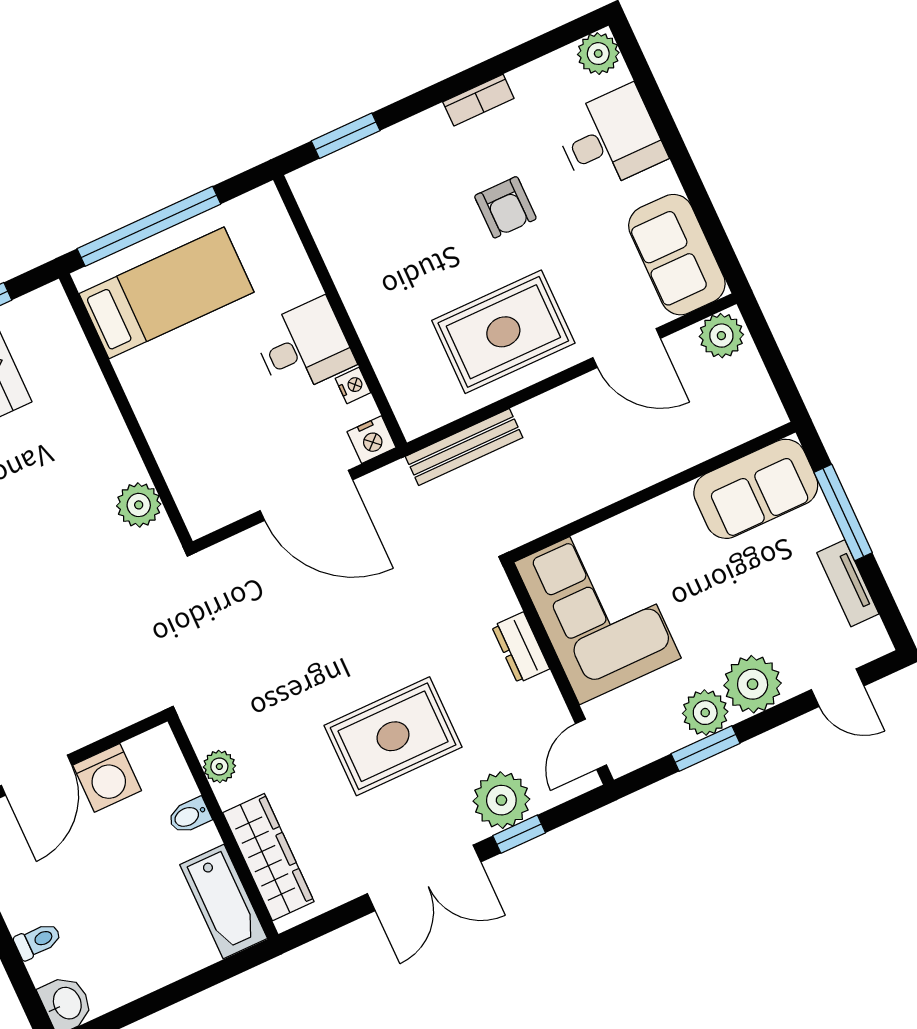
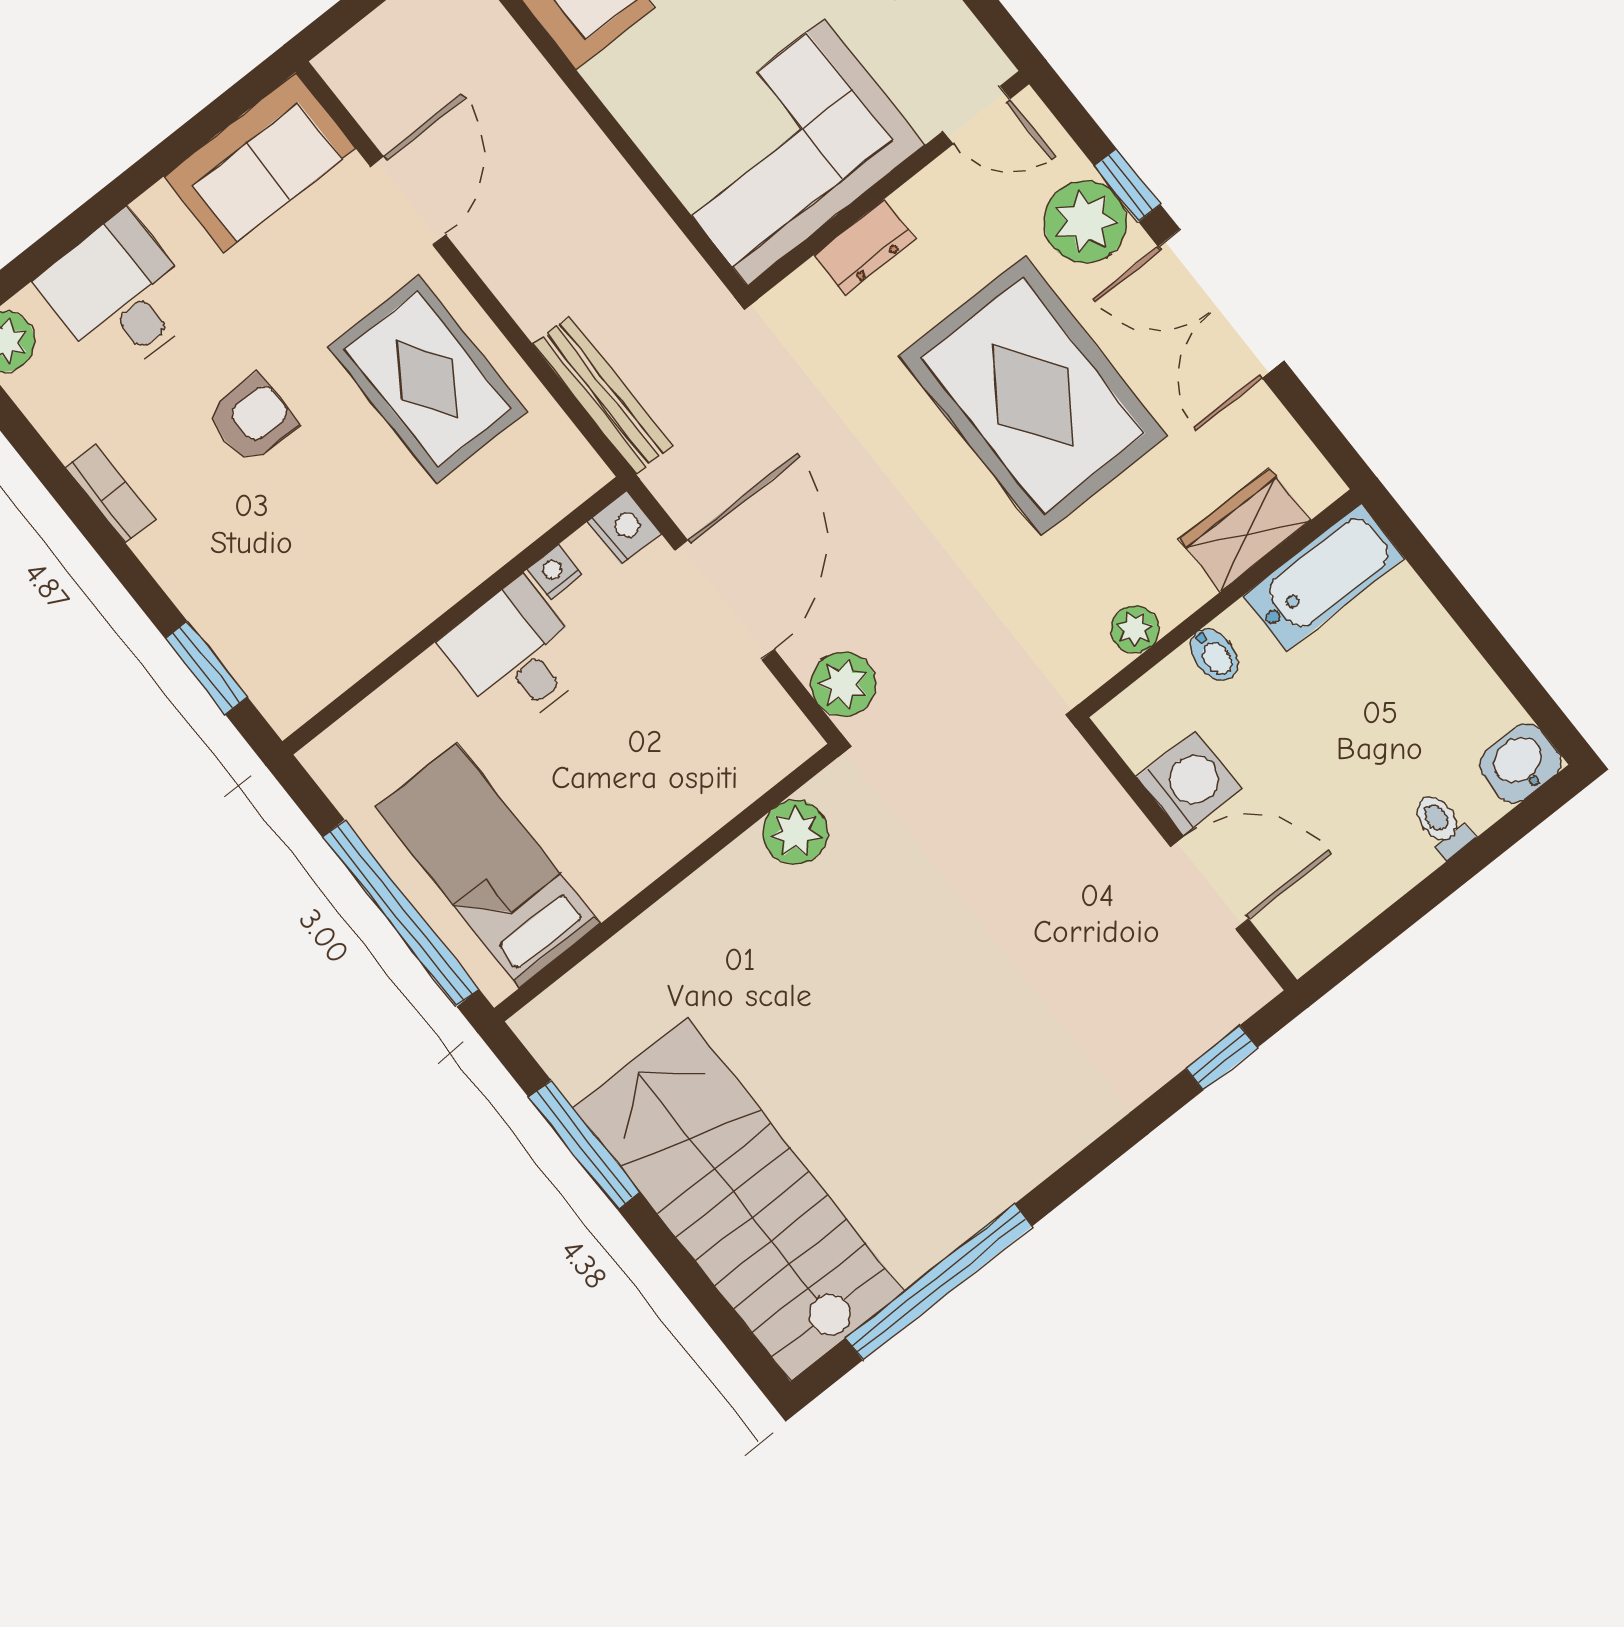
plant: (721, 336) -> (843, 684), moved
rug: (393, 736) -> (1033, 396), width x1.37, depth x1.44
wardrobe: (268, 857) -> (1245, 530), width x0.67
double door: (424, 878) -> (1221, 304), swing flipped

